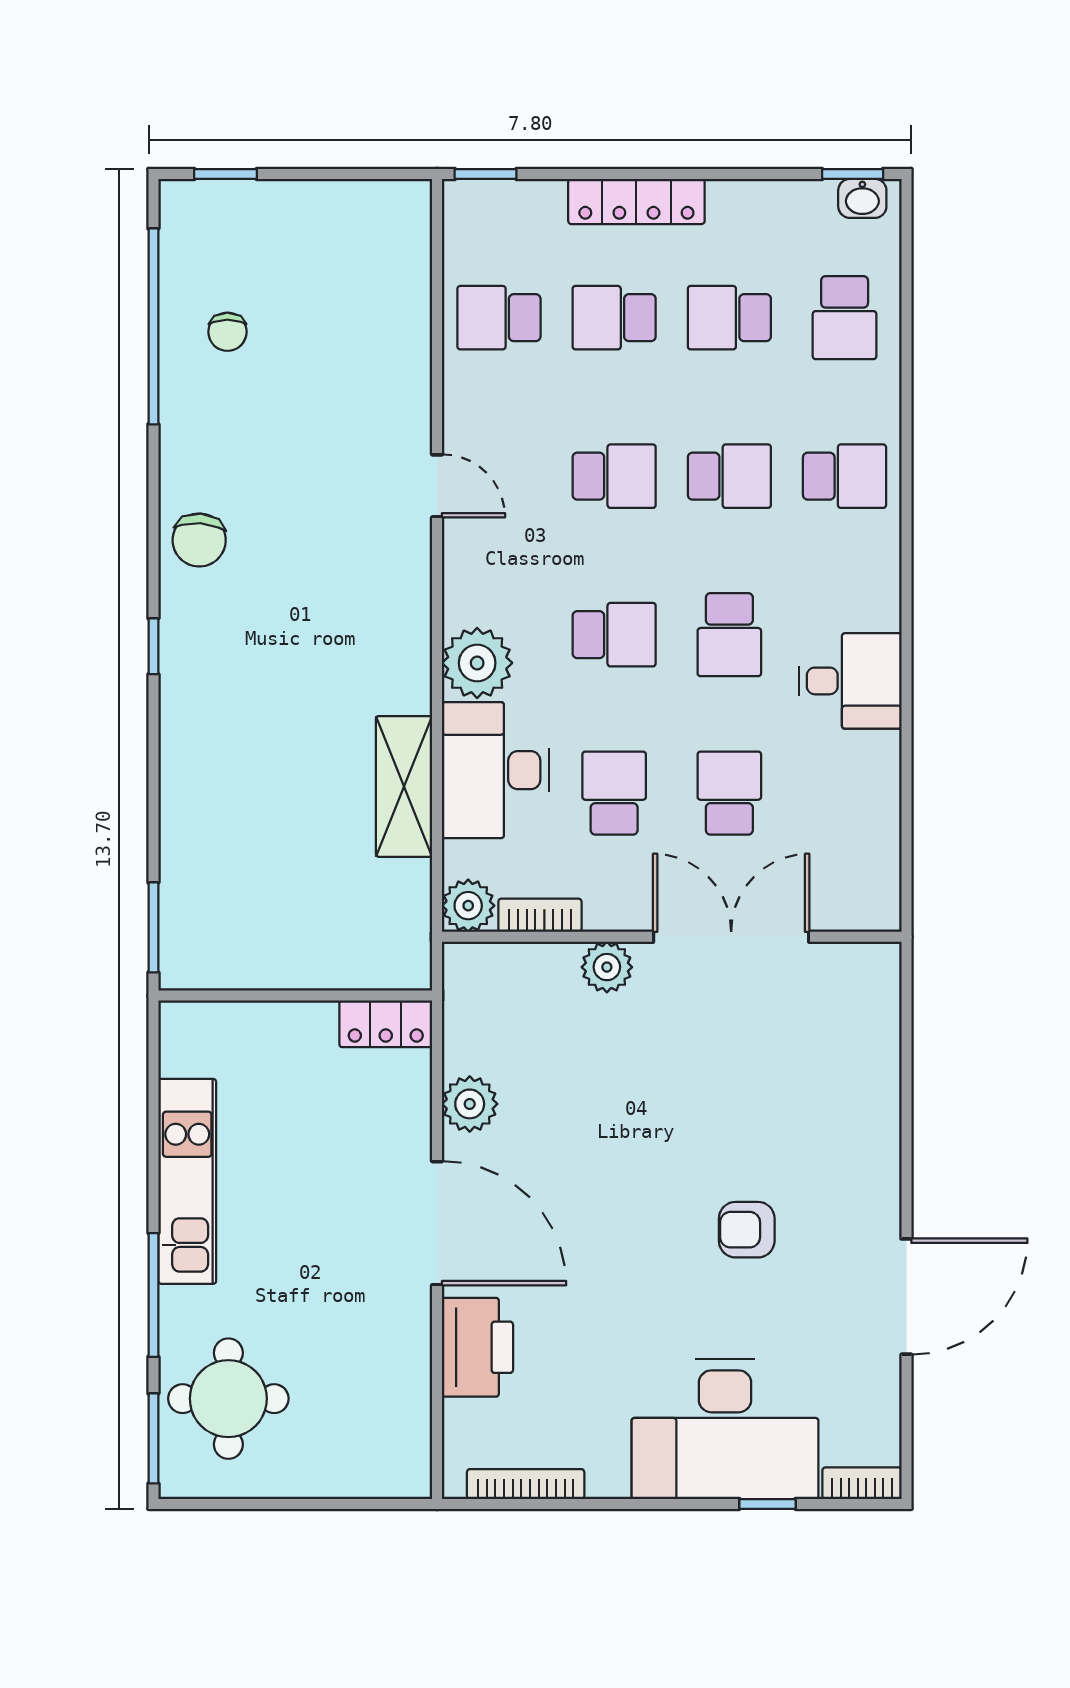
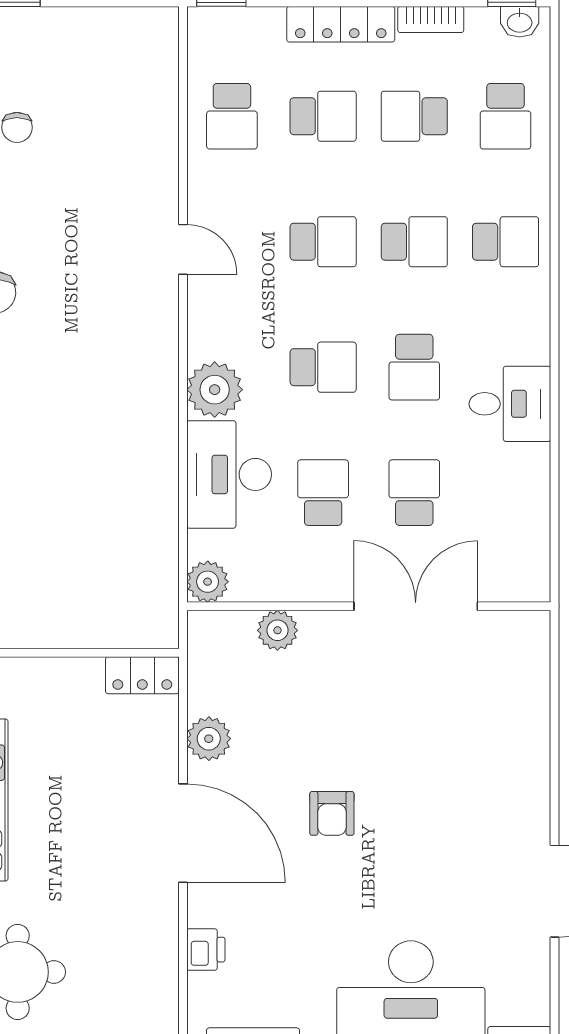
school desk: (499, 318) -> (232, 116), turned -90
school desk: (614, 318) -> (323, 116), turned 180
shelving: (404, 786) -> (157, 487), removed
bookcase: (540, 915) -> (431, 20), moved, turned 180
plant: (607, 967) -> (277, 630), moved
armchair: (747, 1230) -> (332, 813), moved, turned -90
printer: (477, 1347) -> (206, 950), width x0.53, depth x0.68

